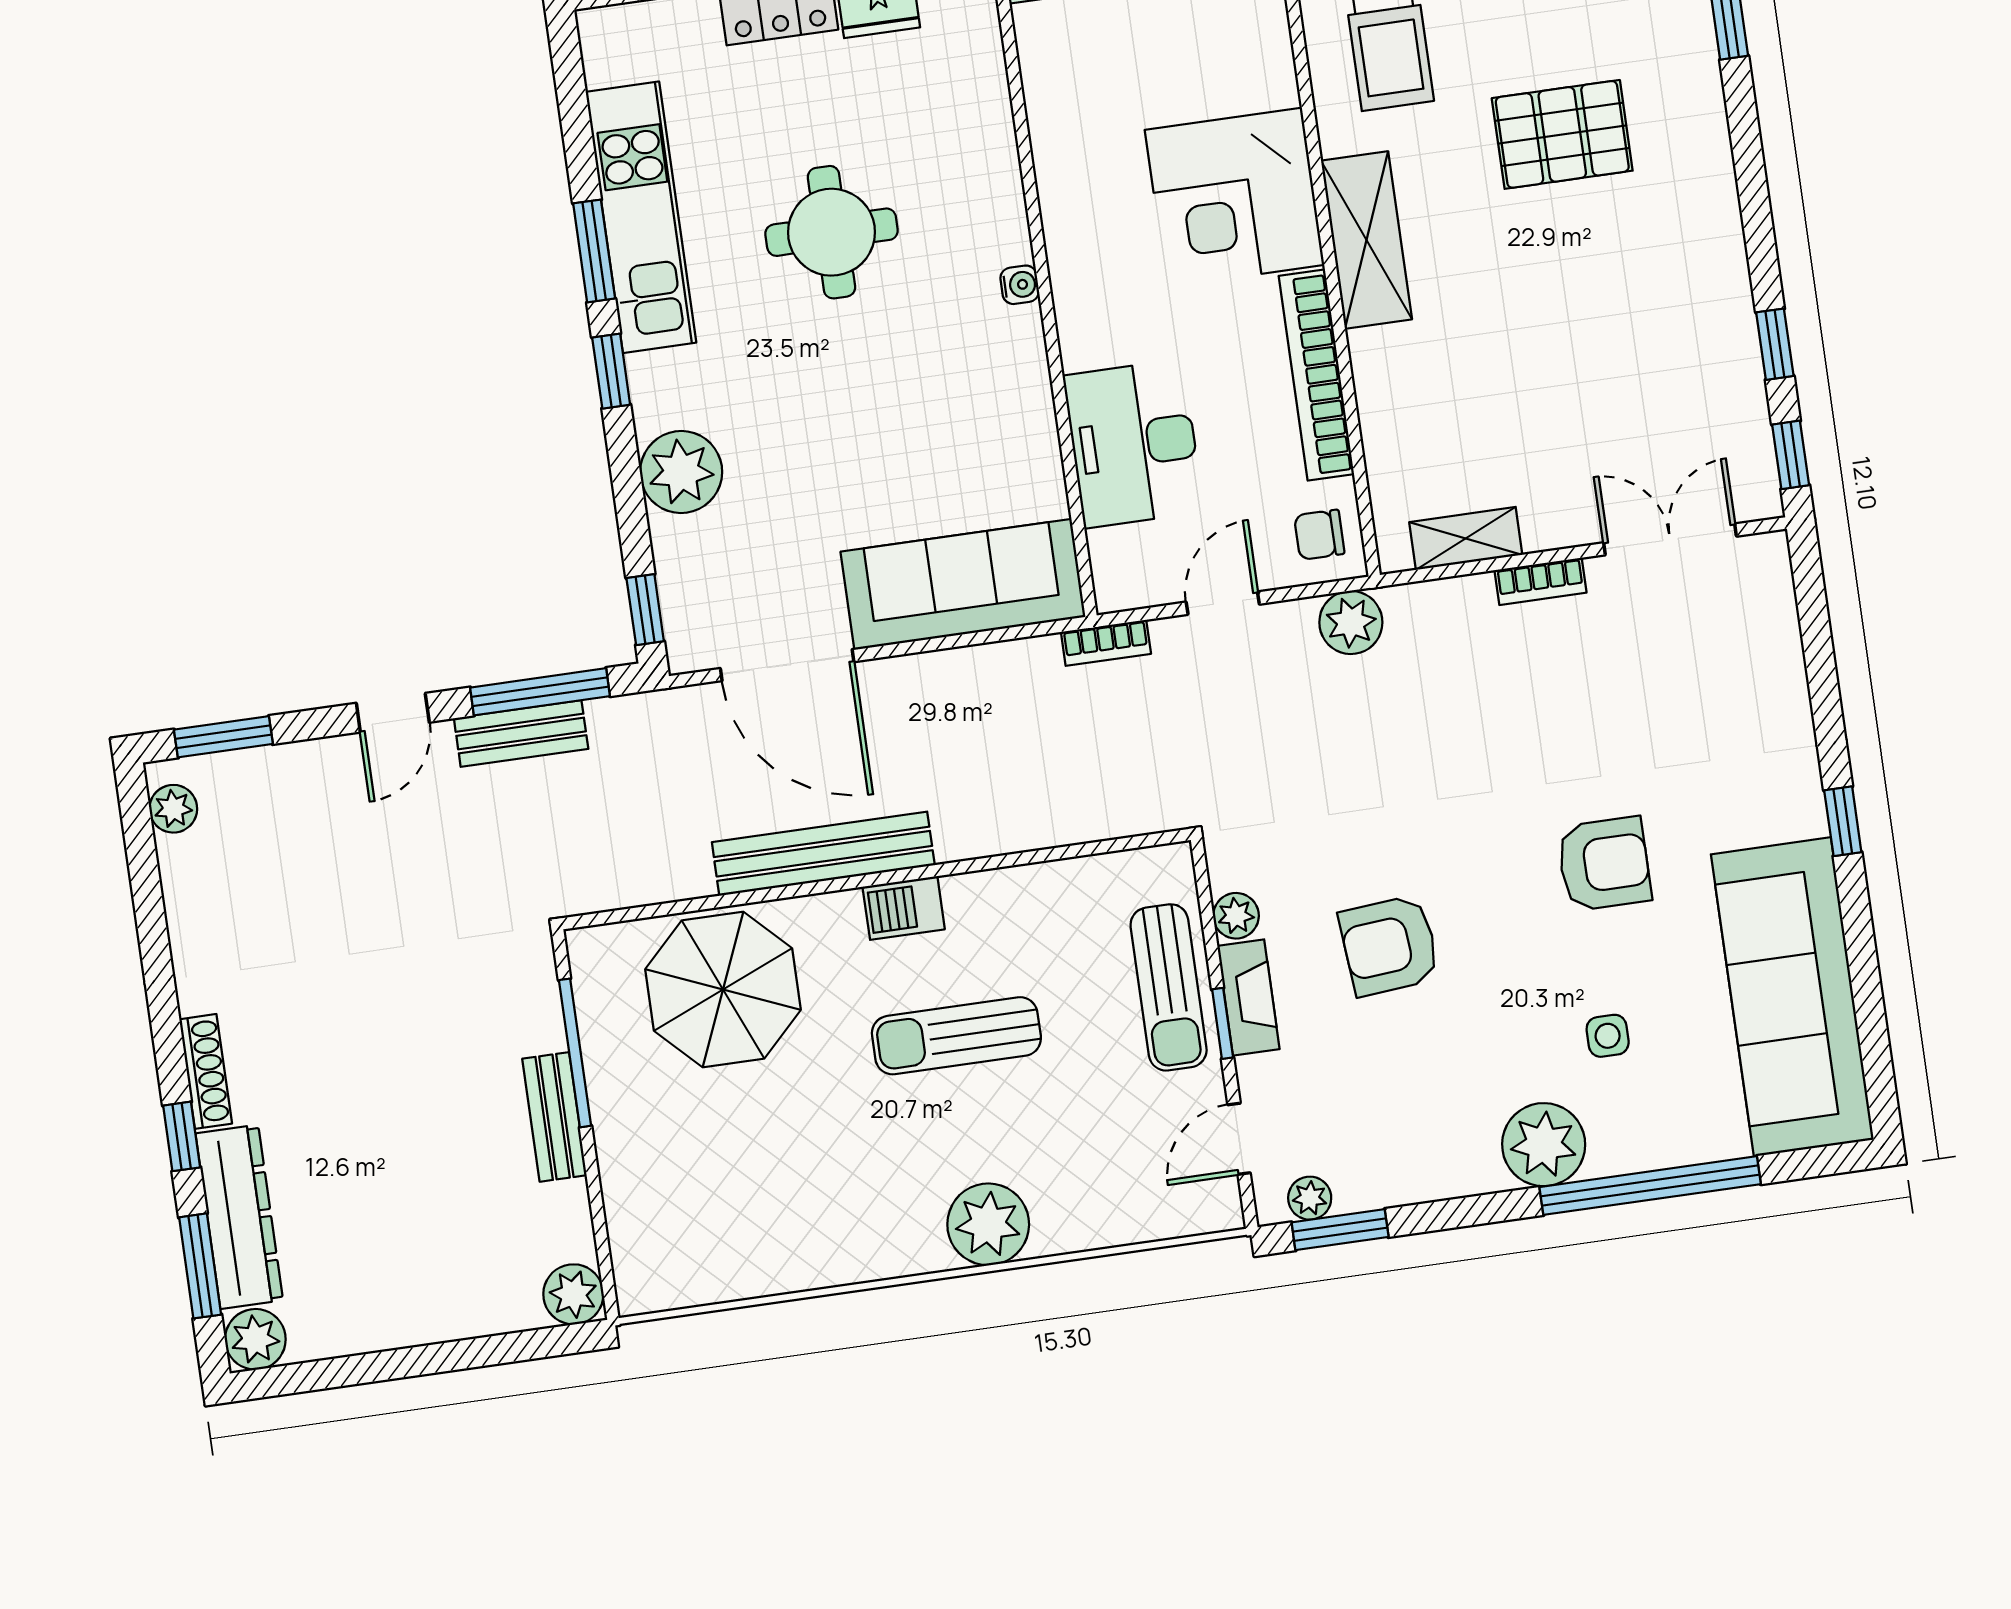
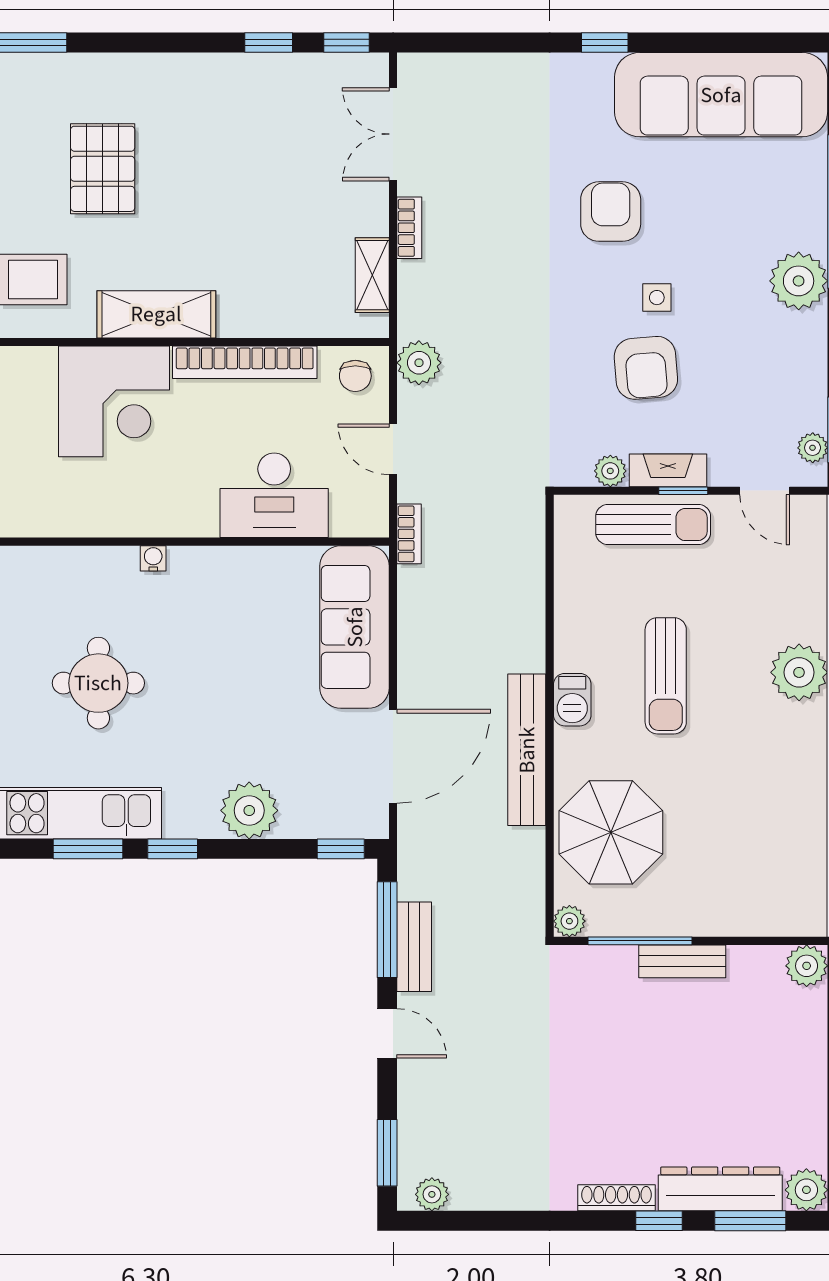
plant: (589, 949) -> (569, 921), added
side table: (1608, 1036) -> (657, 298), moved

